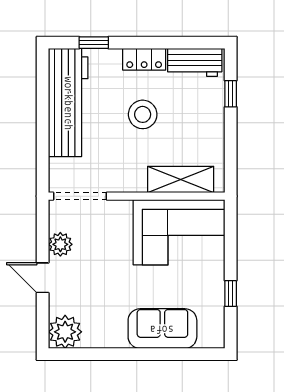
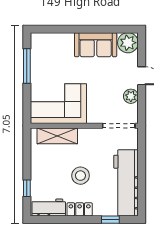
window: (231, 294) -> (27, 66), width x2.17
sofa: (162, 329) -> (96, 45), moved

